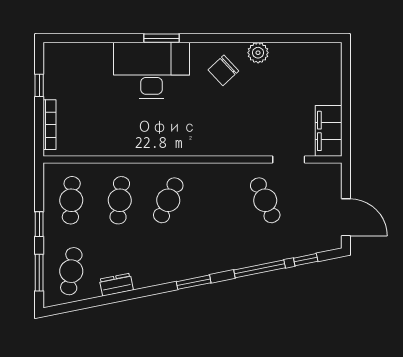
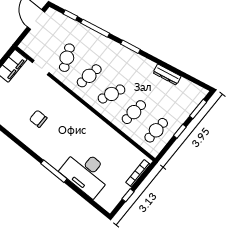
window: (161, 38) -> (54, 171), width x1.44
plant: (258, 53) -> (15, 128), removed
chair: (223, 70) -> (38, 119), moved, turned -137
desk: (151, 71) -> (86, 173), moved
cafe table: (71, 271) -> (89, 76), moved
dresser: (116, 285) -> (167, 75), width x1.44

